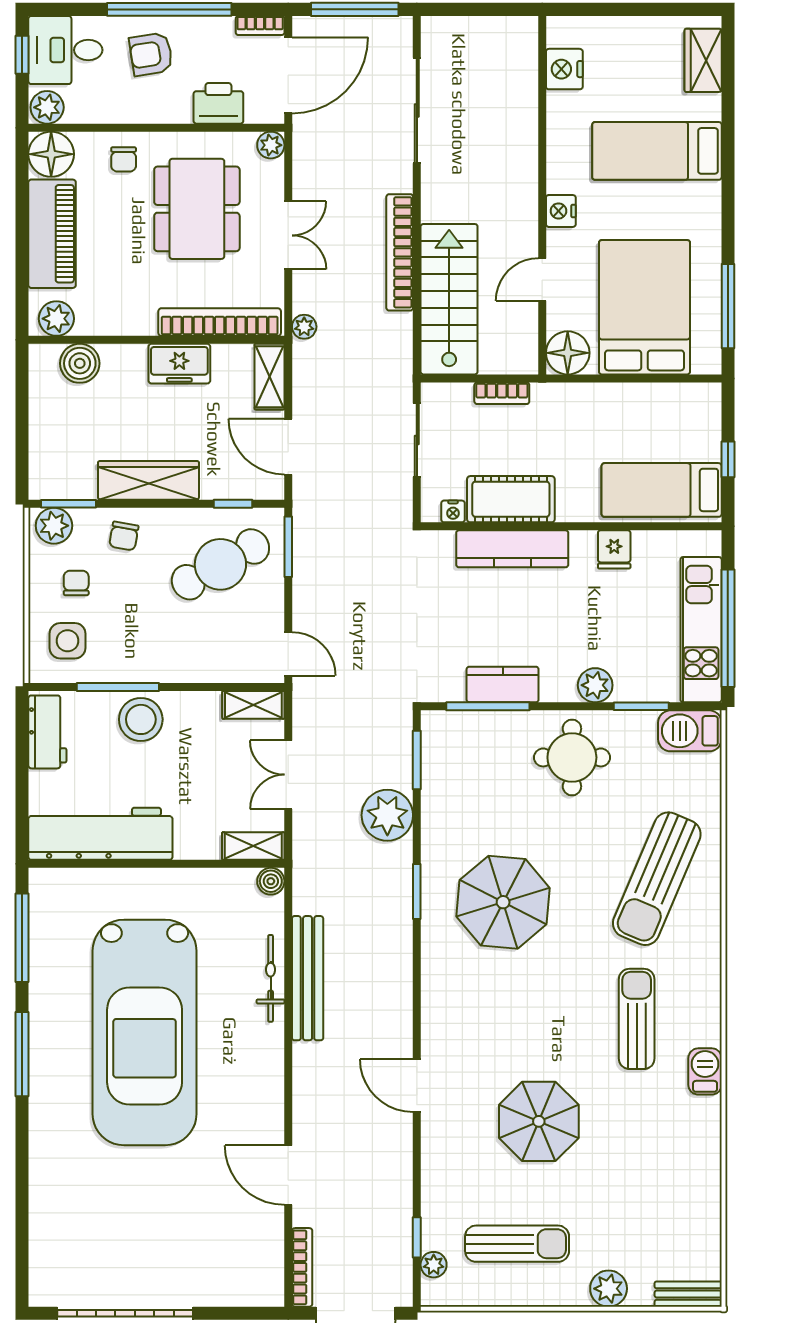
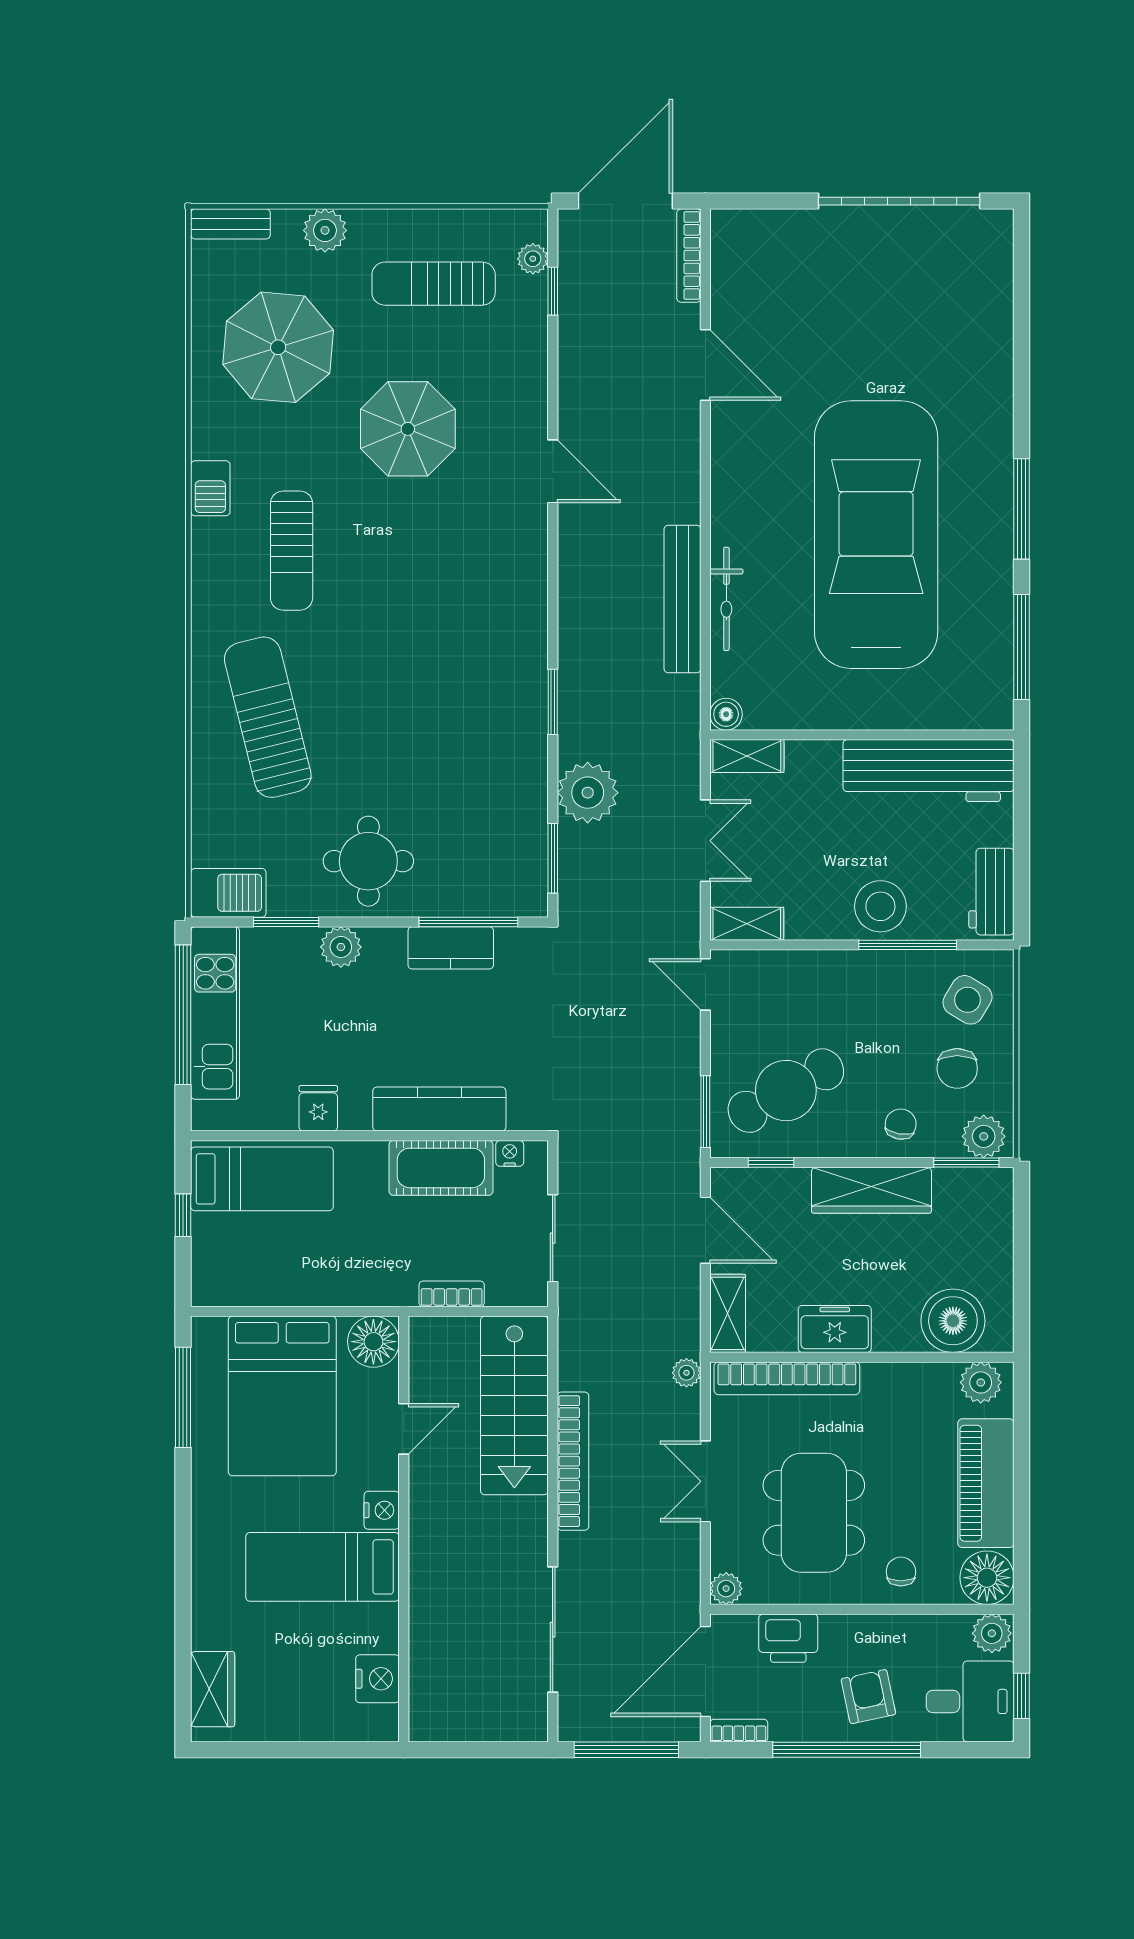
armchair: (151, 54) -> (868, 1697), turned -93
bed: (657, 151) -> (323, 1567), moved, turned 180
boiler: (80, 363) -> (953, 1321), width x1.37, depth x1.37
chair: (76, 583) -> (957, 1068), width x1.37, depth x1.37
side table: (68, 641) -> (968, 1000), turned 31
sun lounger: (657, 879) -> (268, 717), turned -37
parasol: (503, 902) -> (278, 347), moved

